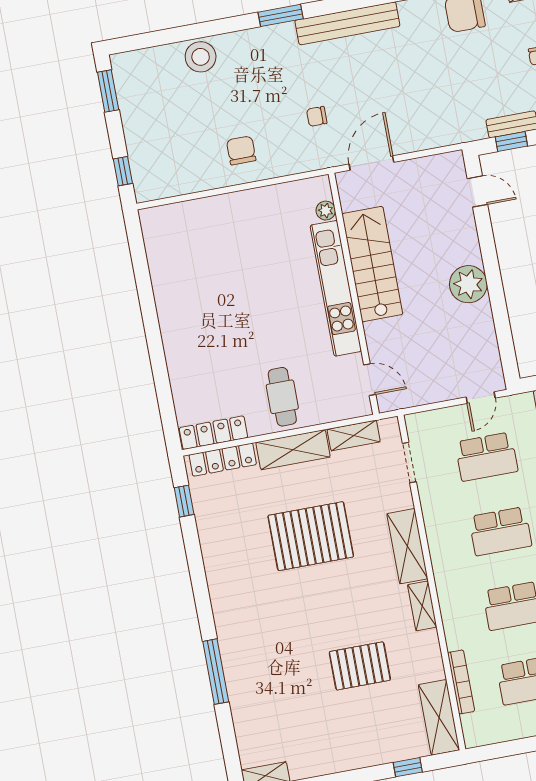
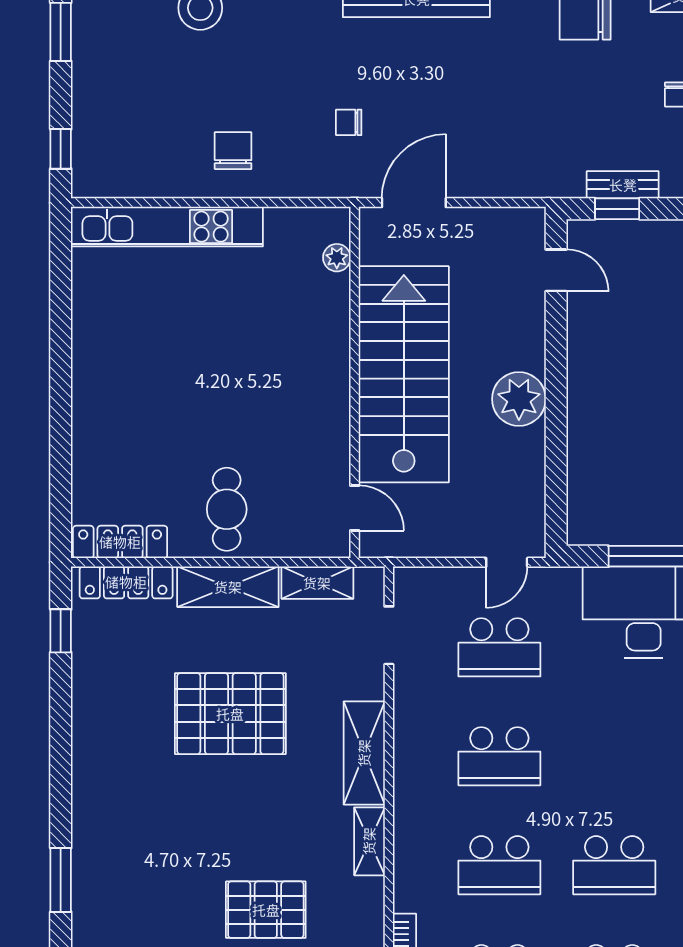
stairs: (372, 264) -> (404, 374), width x1.36, depth x1.51
kitchen unit: (336, 288) -> (167, 227), moved, turned -90
window: (216, 672) -> (61, 880), width x0.69

